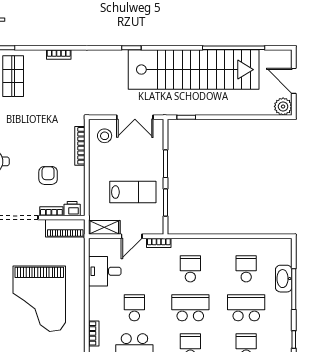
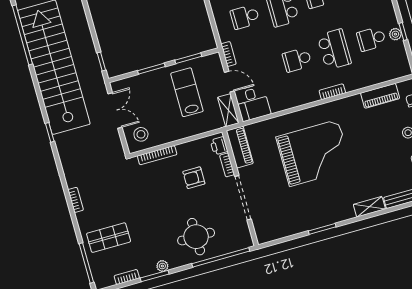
desk: (105, 271) -> (253, 103), moved

